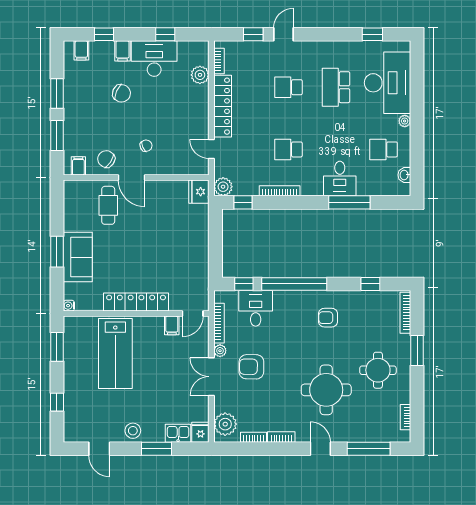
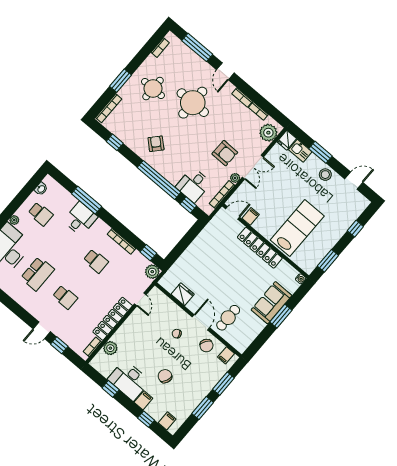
fridge: (199, 192) -> (183, 294), moved, turned -90
armchair: (328, 318) -> (156, 144), turned -138
door: (99, 449) -> (354, 181), hinge flipped

